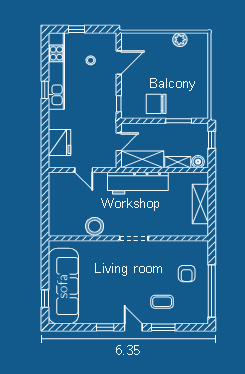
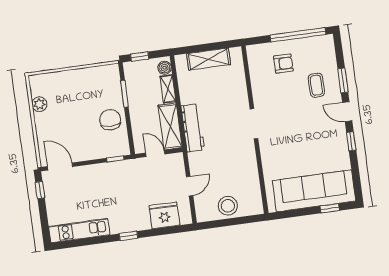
window: (77, 29) -> (40, 190), moved
stool: (91, 60) -> (74, 195), removed
door: (119, 63) -> (60, 167), moved
kitchen unit: (56, 71) -> (79, 231), width x0.73
window: (45, 90) -> (128, 236), moved
chair: (156, 104) -> (110, 120), turned 180
workbench: (138, 183) -> (193, 128), width x0.73, depth x0.76
stool: (95, 226) -> (228, 206), moved
door: (133, 327) -> (347, 112), hinge flipped

